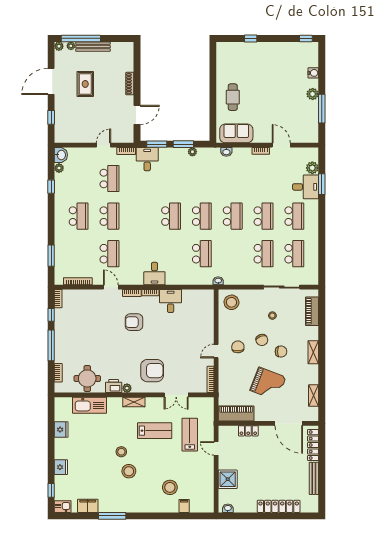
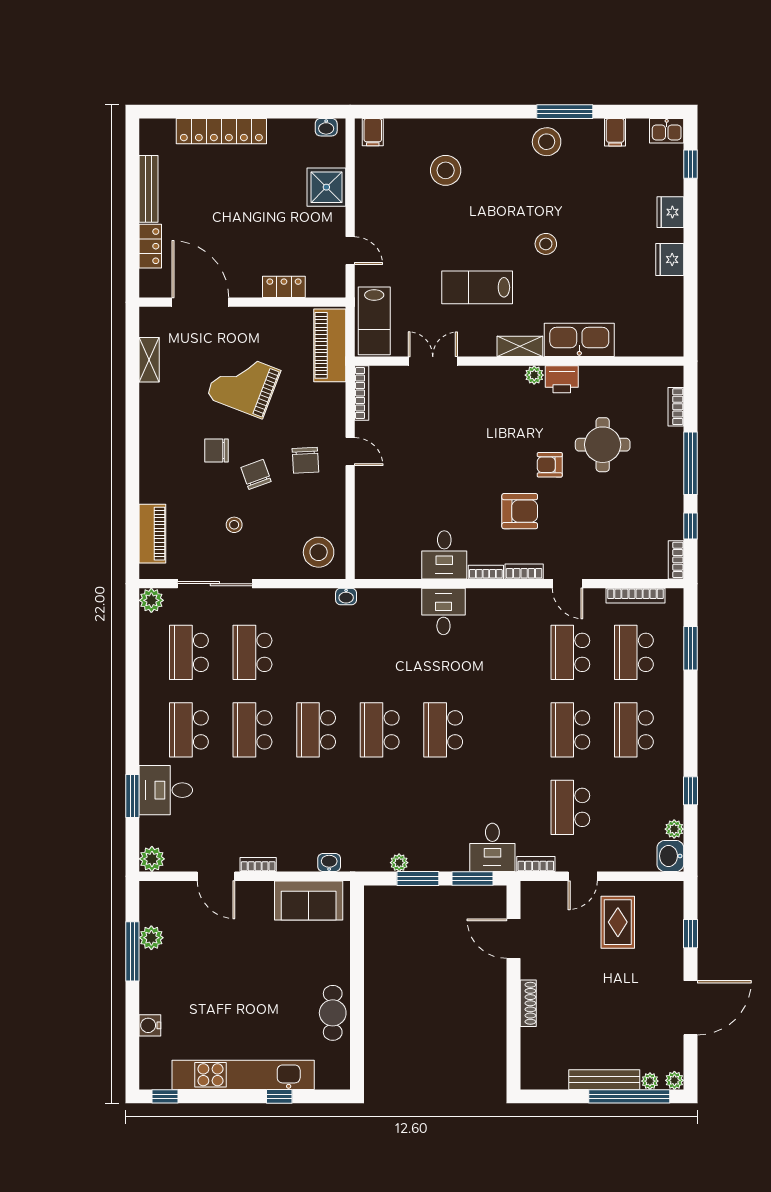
kitchen unit: (268, 49) -> (243, 1075), added
rug: (85, 84) -> (618, 922), moved
plant: (313, 94) -> (151, 938), moved
cafe table: (233, 97) -> (333, 1013), moved
door: (137, 115) -> (514, 939), hinge flipped
plant: (312, 168) -> (152, 859), moved
school desk: (202, 254) -> (634, 652), moved
desk: (154, 274) -> (443, 611), moved
plant: (313, 279) -> (151, 600), added
door: (216, 351) -> (350, 452), hinge flipped
shelving: (313, 352) -> (150, 449), removed
armchair: (152, 371) -> (550, 465), moved, width x0.53, depth x0.53
round table: (87, 378) -> (603, 445), moved
kitchen sink: (89, 405) -> (579, 340), moved
piano: (236, 414) -> (330, 345), moved, turned 90
fridge: (61, 430) -> (670, 260), moved
lab bench: (190, 435) -> (374, 321), moved
locker: (313, 445) -> (150, 246), width x0.66
stool: (129, 471) -> (547, 142), moved
filing cabinet: (88, 506) -> (615, 132), width x0.50
filing cabinet: (184, 506) -> (373, 132), moved

